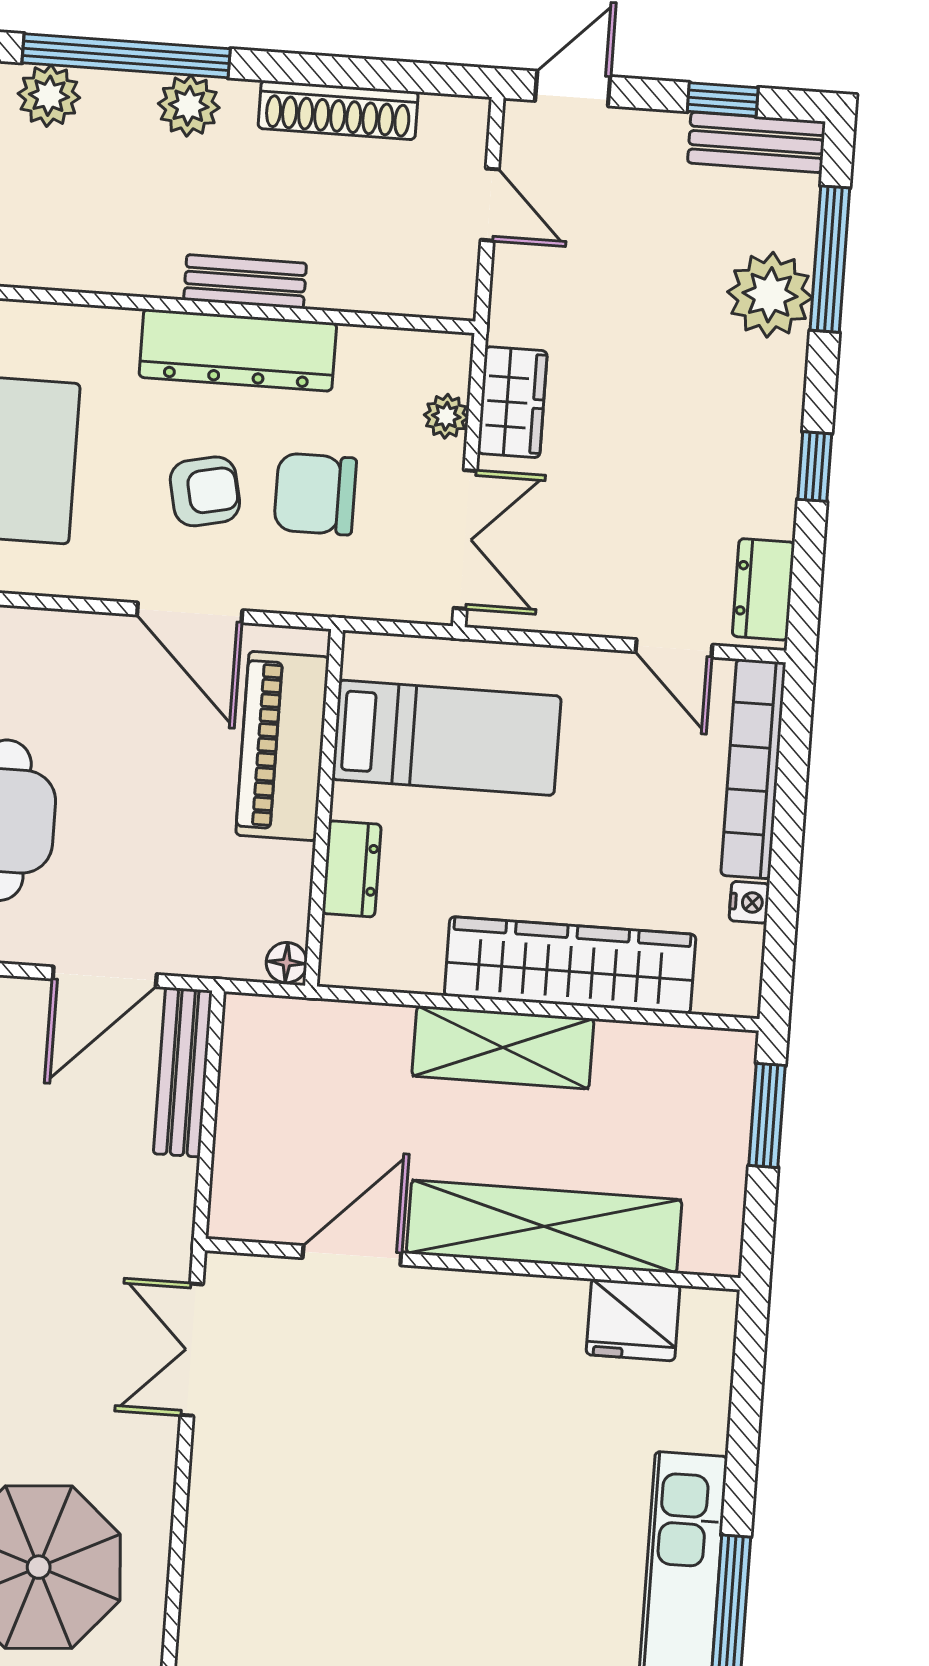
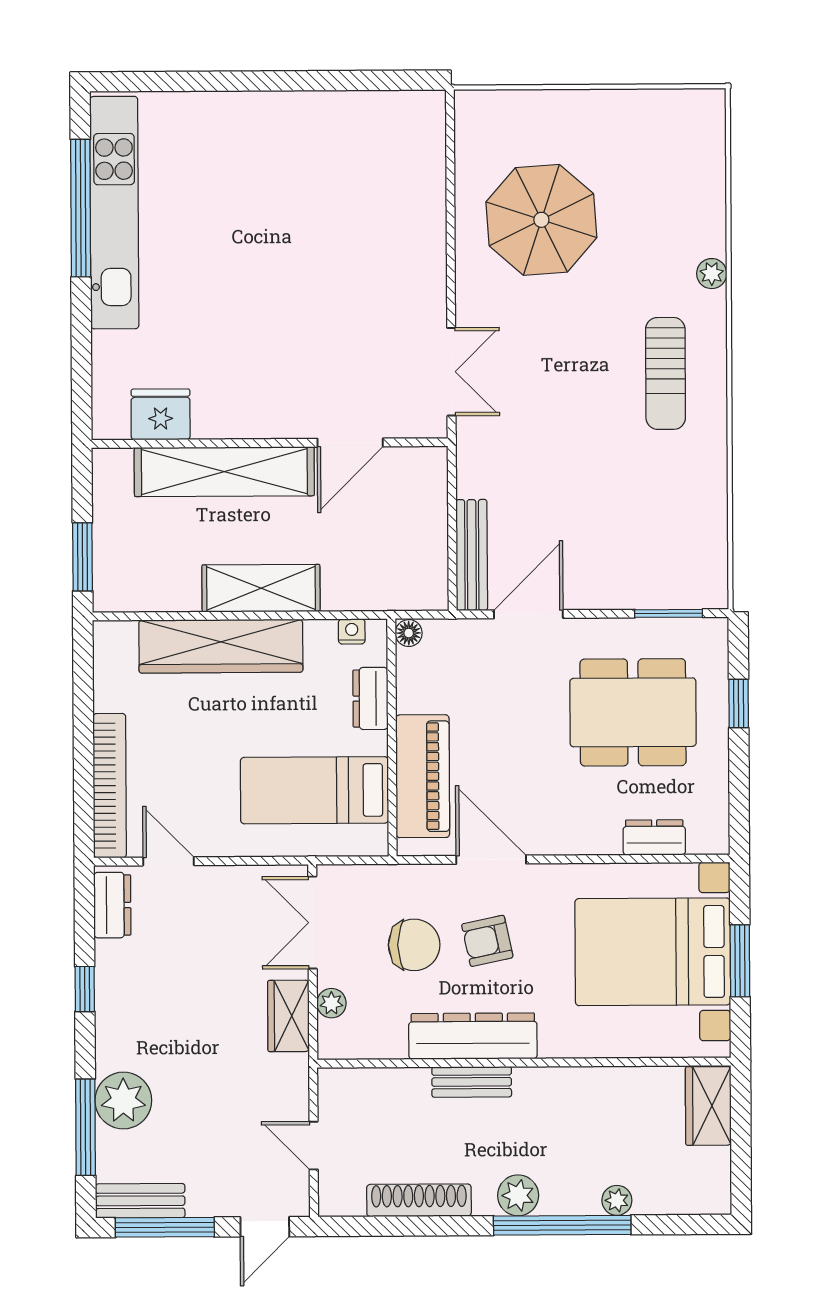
plant: (49, 96) -> (617, 1200), width x0.73, depth x0.73
window: (723, 100) -> (165, 1227), width x2.17
nightstand: (749, 902) -> (352, 631), moved, turned 90

